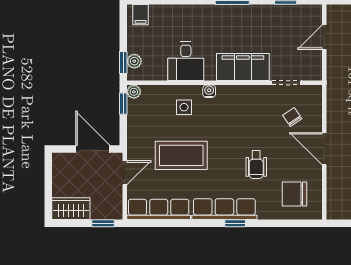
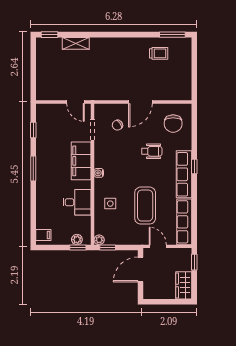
door: (324, 37) -> (75, 102), moved
water cooler: (209, 91) -> (99, 173), moved

